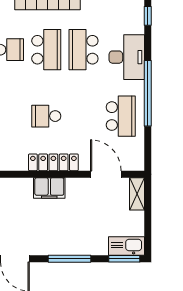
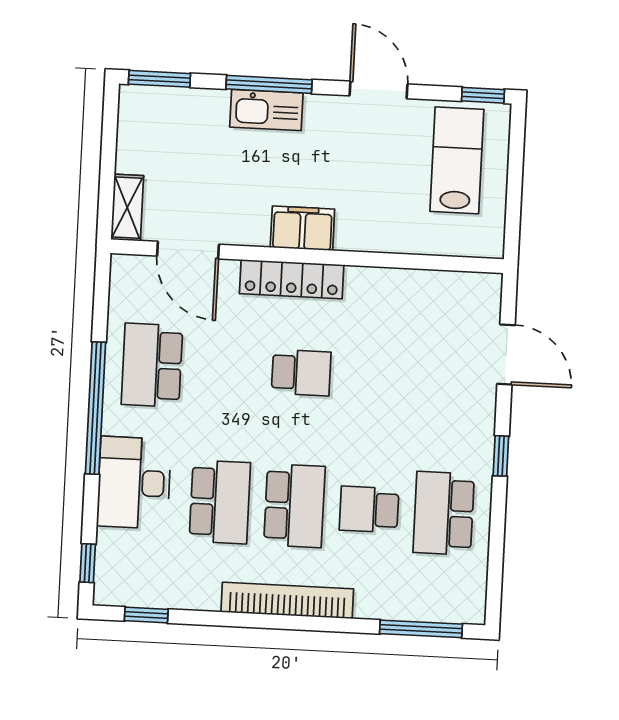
school desk: (46, 50) -> (294, 506), turned 180
kitchen sink: (126, 246) -> (266, 110), moved

